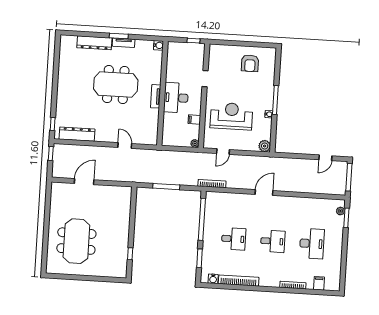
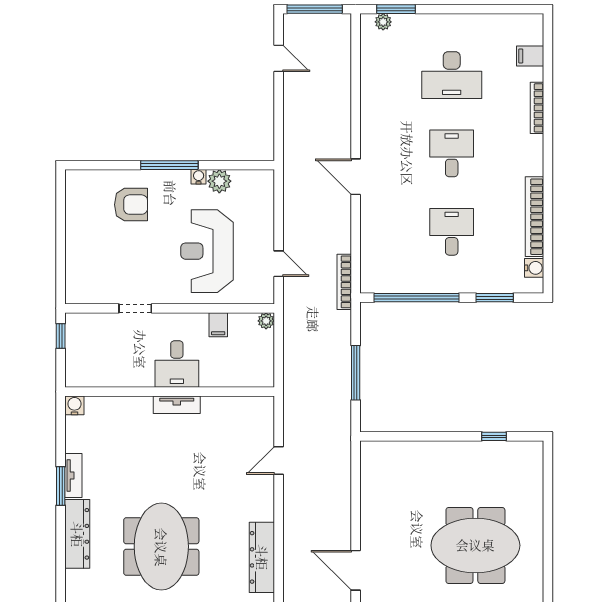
armchair: (250, 63) -> (131, 205), moved
meeting table: (116, 85) -> (161, 547), moved
desk: (176, 98) -> (177, 364), width x0.73
plant: (265, 146) -> (219, 181), moved
door: (84, 182) -> (356, 570), moved
desk: (312, 244) -> (452, 75), turned 180

